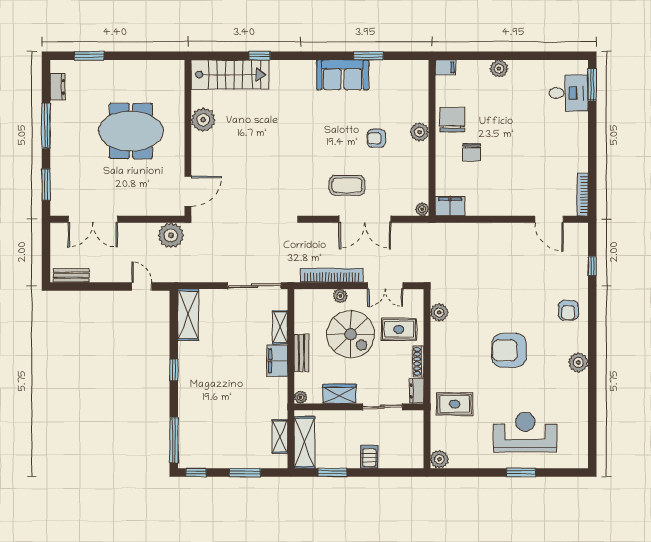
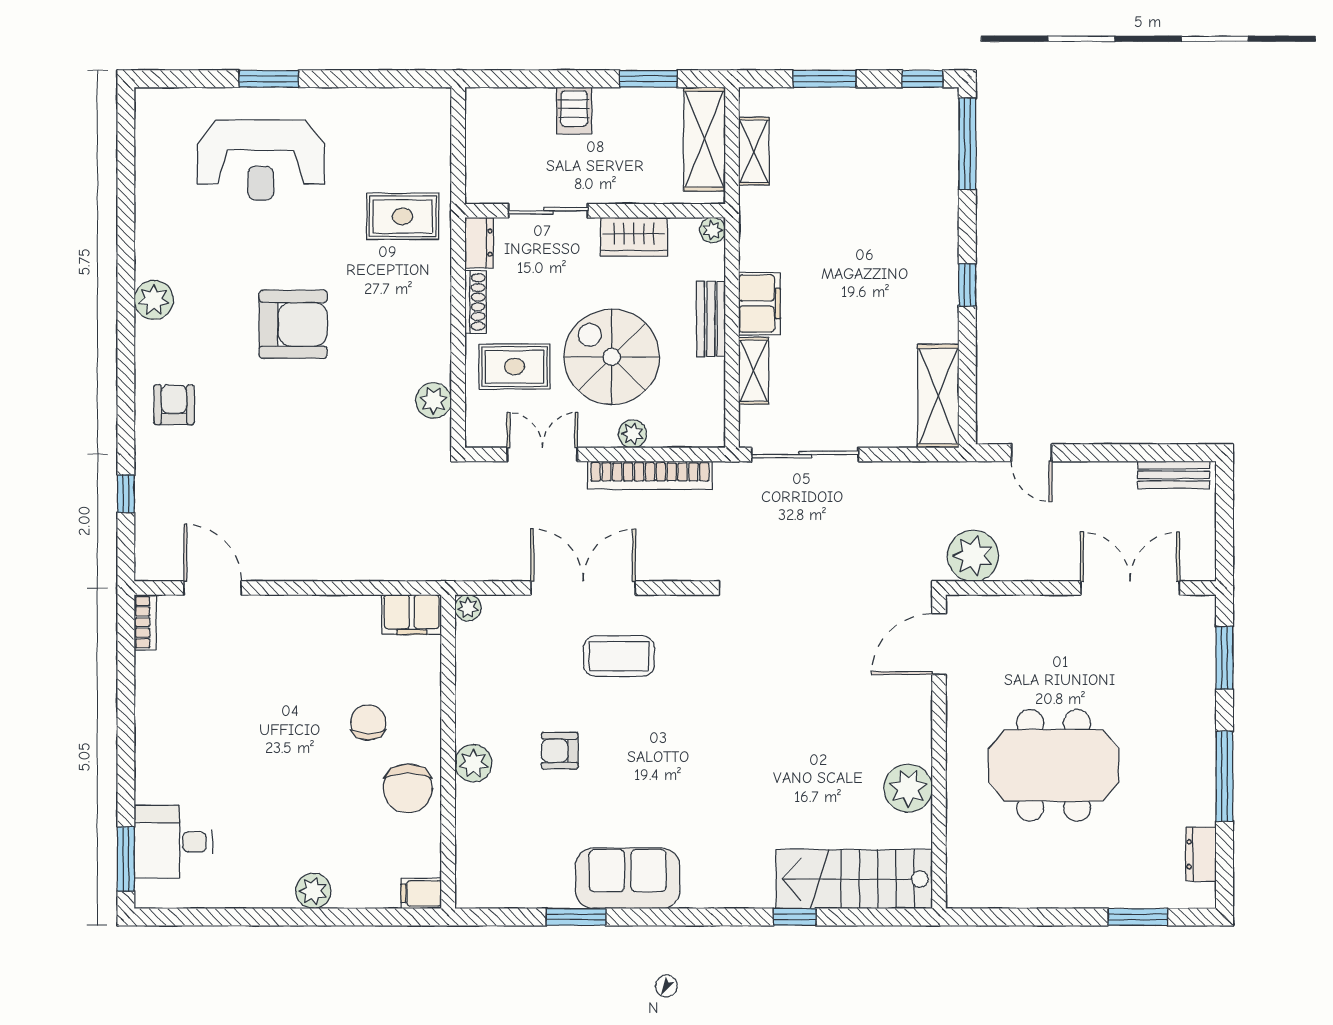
armchair: (376, 138) -> (560, 751), turned 180
bookcase: (583, 195) -> (145, 622), width x0.64
plant: (439, 459) -> (433, 105), removed

